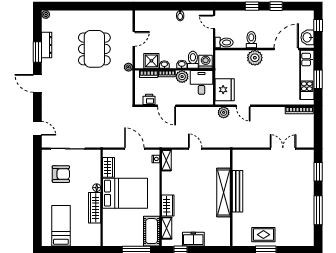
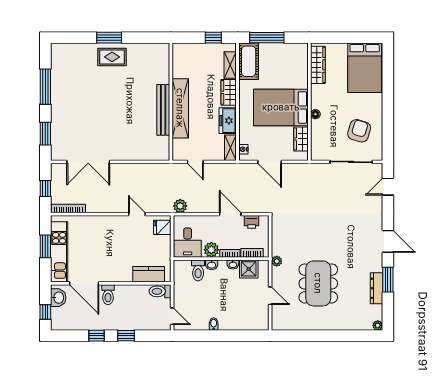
door: (134, 39) -> (270, 296), swing flipped
toilet: (251, 40) -> (108, 295), moved
door: (286, 49) -> (84, 283), hinge flipped
kitchen counter: (233, 56) -> (149, 274), added
plant: (255, 58) -> (123, 273), removed
washing machine: (206, 62) -> (183, 268), removed
fridge: (225, 90) -> (162, 227), width x0.53, depth x0.75
plant: (224, 112) -> (180, 206), moved
window: (318, 127) -> (45, 189), added
door: (37, 128) -> (388, 187), hinge flipped
double door: (283, 149) -> (88, 162), width x1.37
armchair: (61, 174) -> (359, 131), turned 107
bench: (238, 191) -> (163, 110), moved
shelving: (224, 192) -> (180, 108), moved
wall: (231, 198) -> (171, 102), moved
wardrobe: (95, 208) -> (318, 65), moved
bed: (61, 226) -> (365, 68), width x1.50
freezer: (193, 239) -> (228, 121), moved, turned 90

